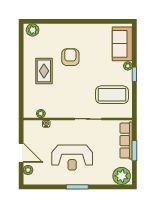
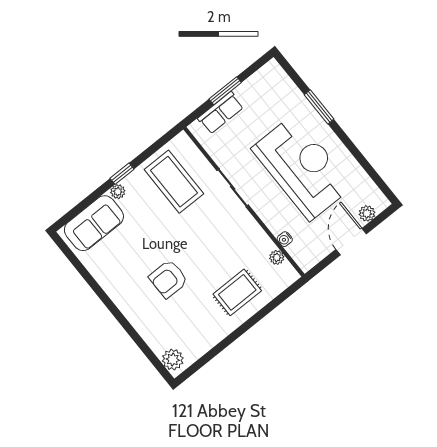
rug: (44, 71) -> (237, 292), moved
row of seats: (126, 141) -> (221, 113), width x0.68
reception desk: (72, 157) -> (302, 167), width x1.36, depth x1.30
plant: (122, 176) -> (273, 80), removed
window: (77, 187) -> (319, 107), moved

